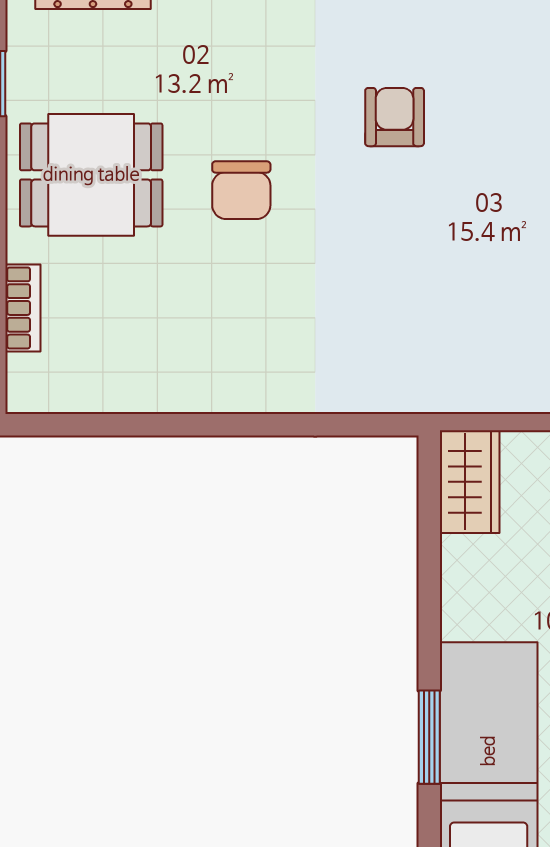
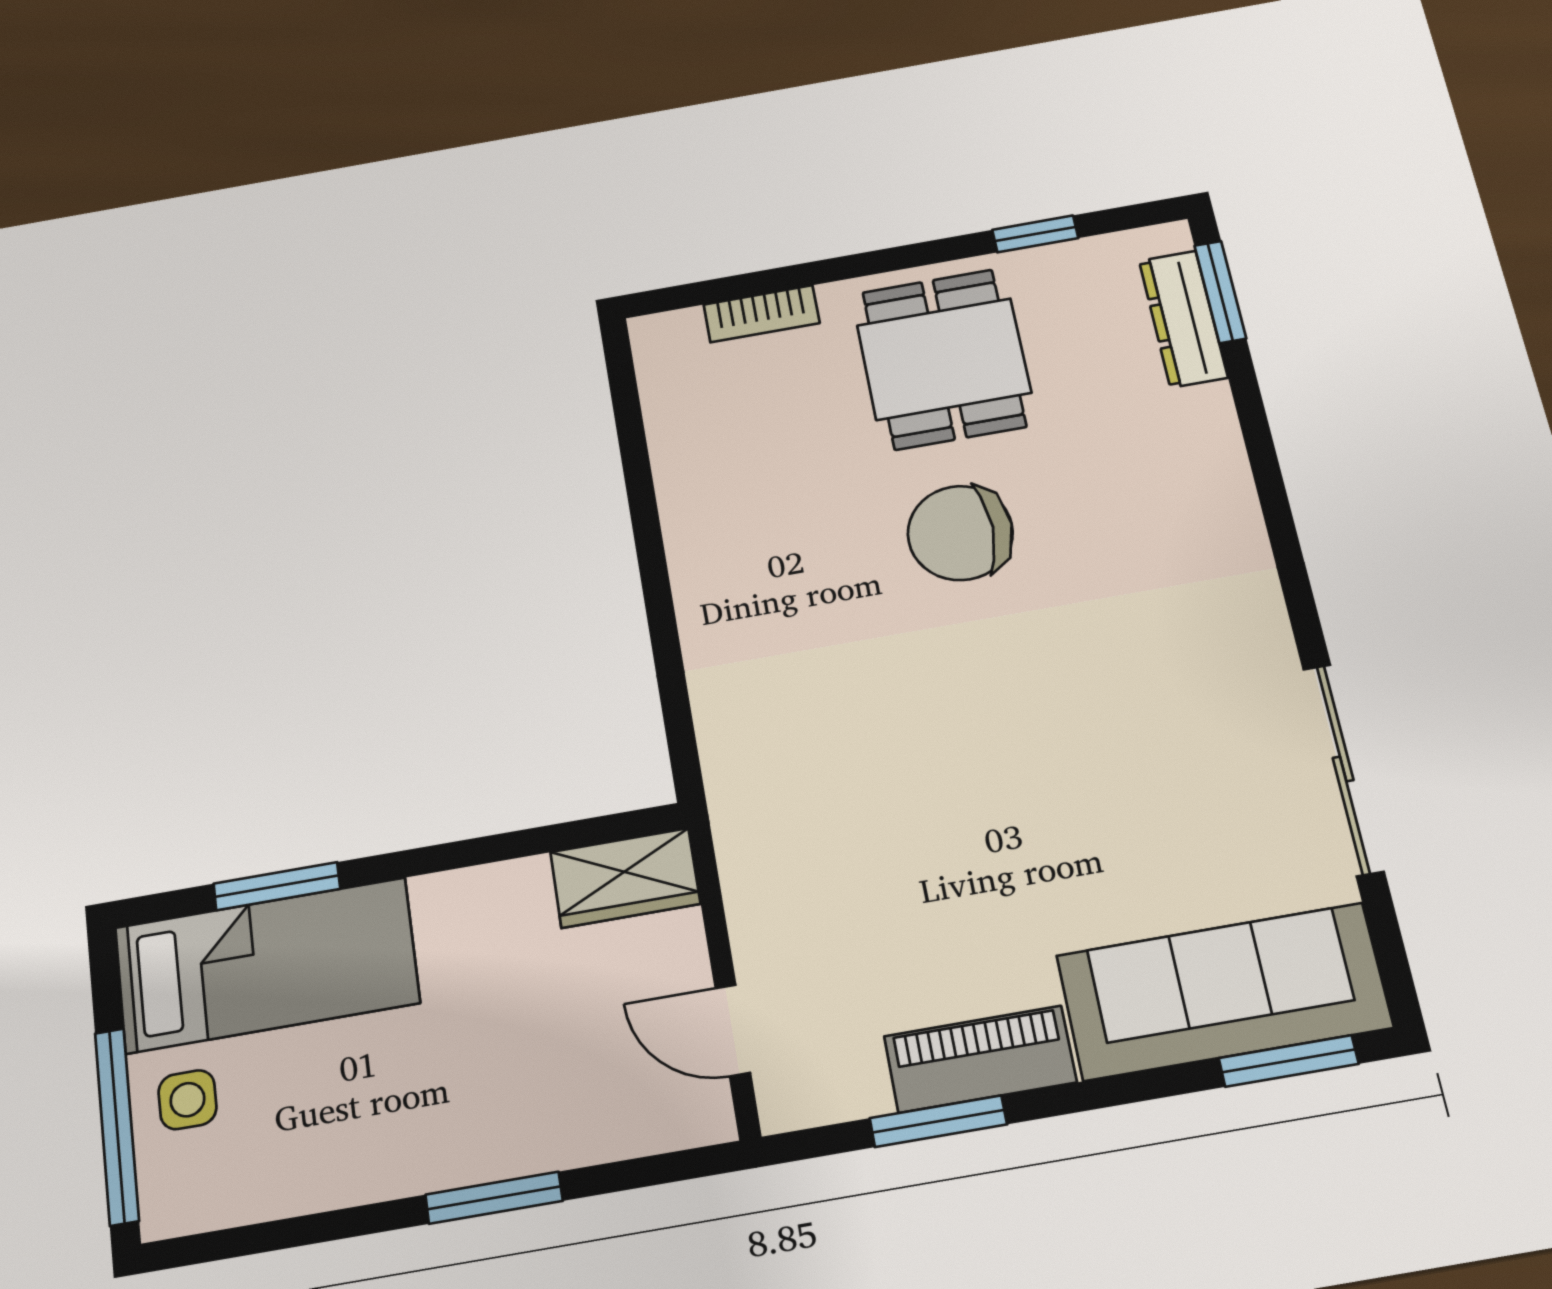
armchair: (395, 117) -> (1096, 699), removed
chair: (241, 190) -> (960, 533), width x1.37, depth x1.37

